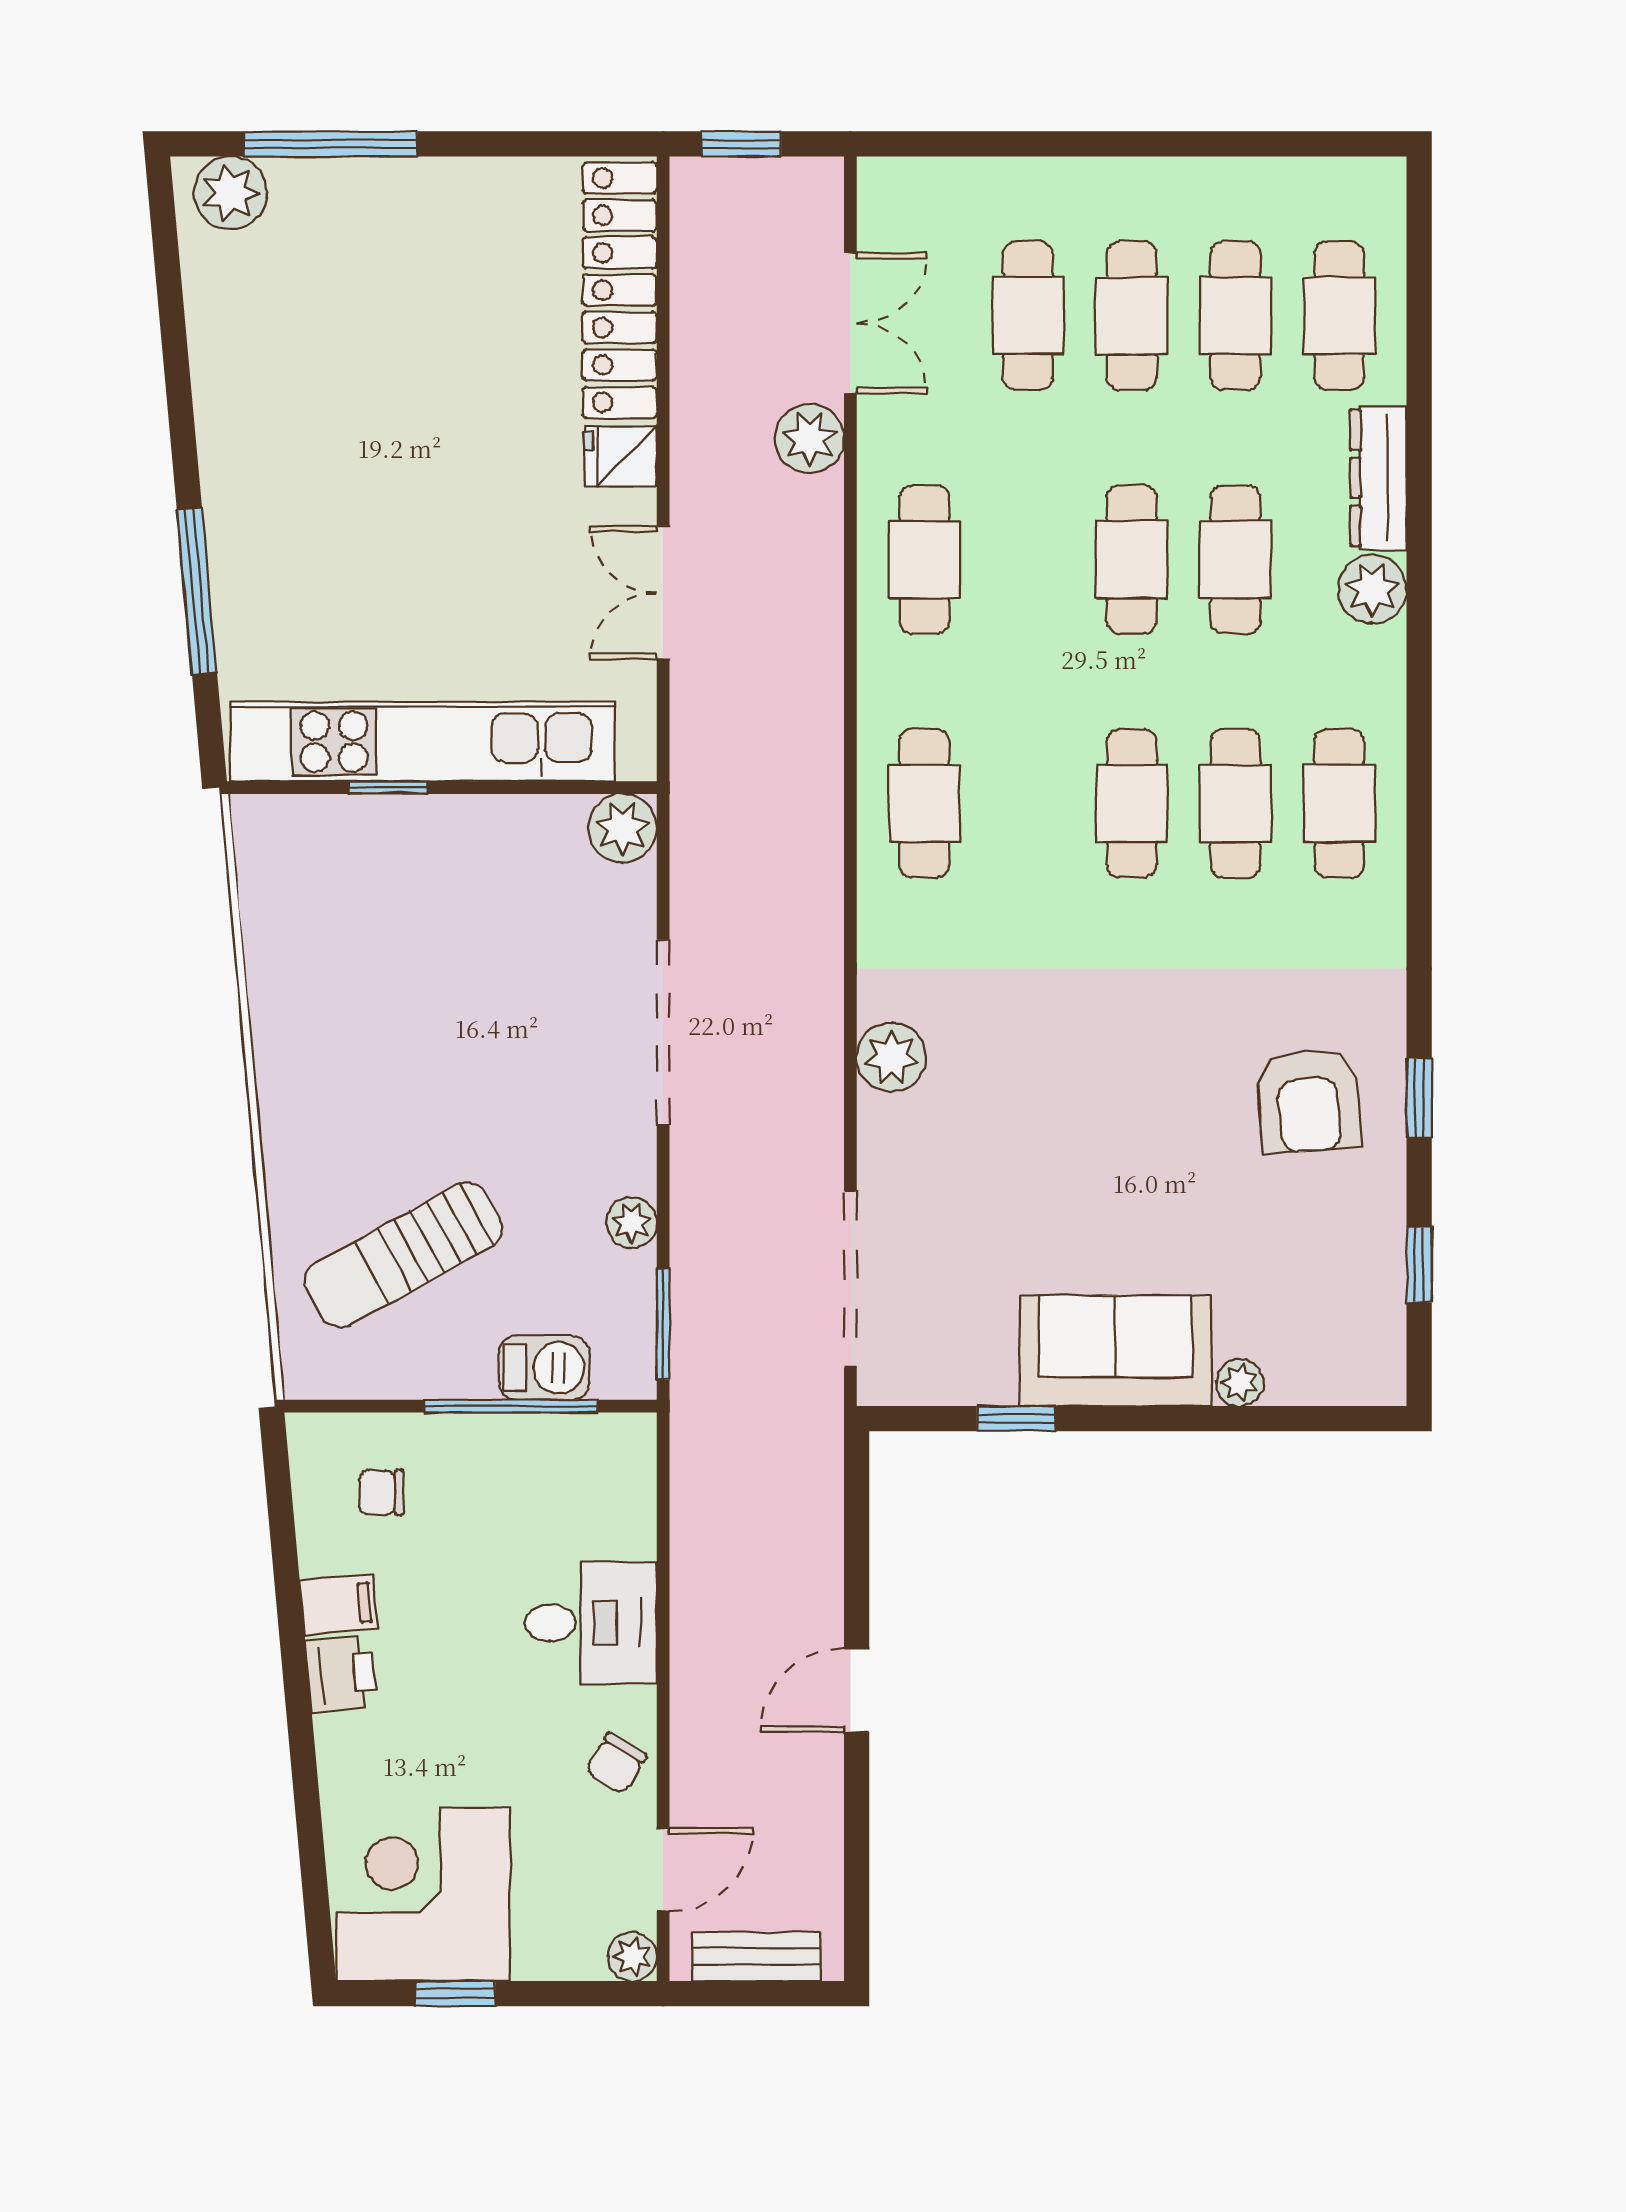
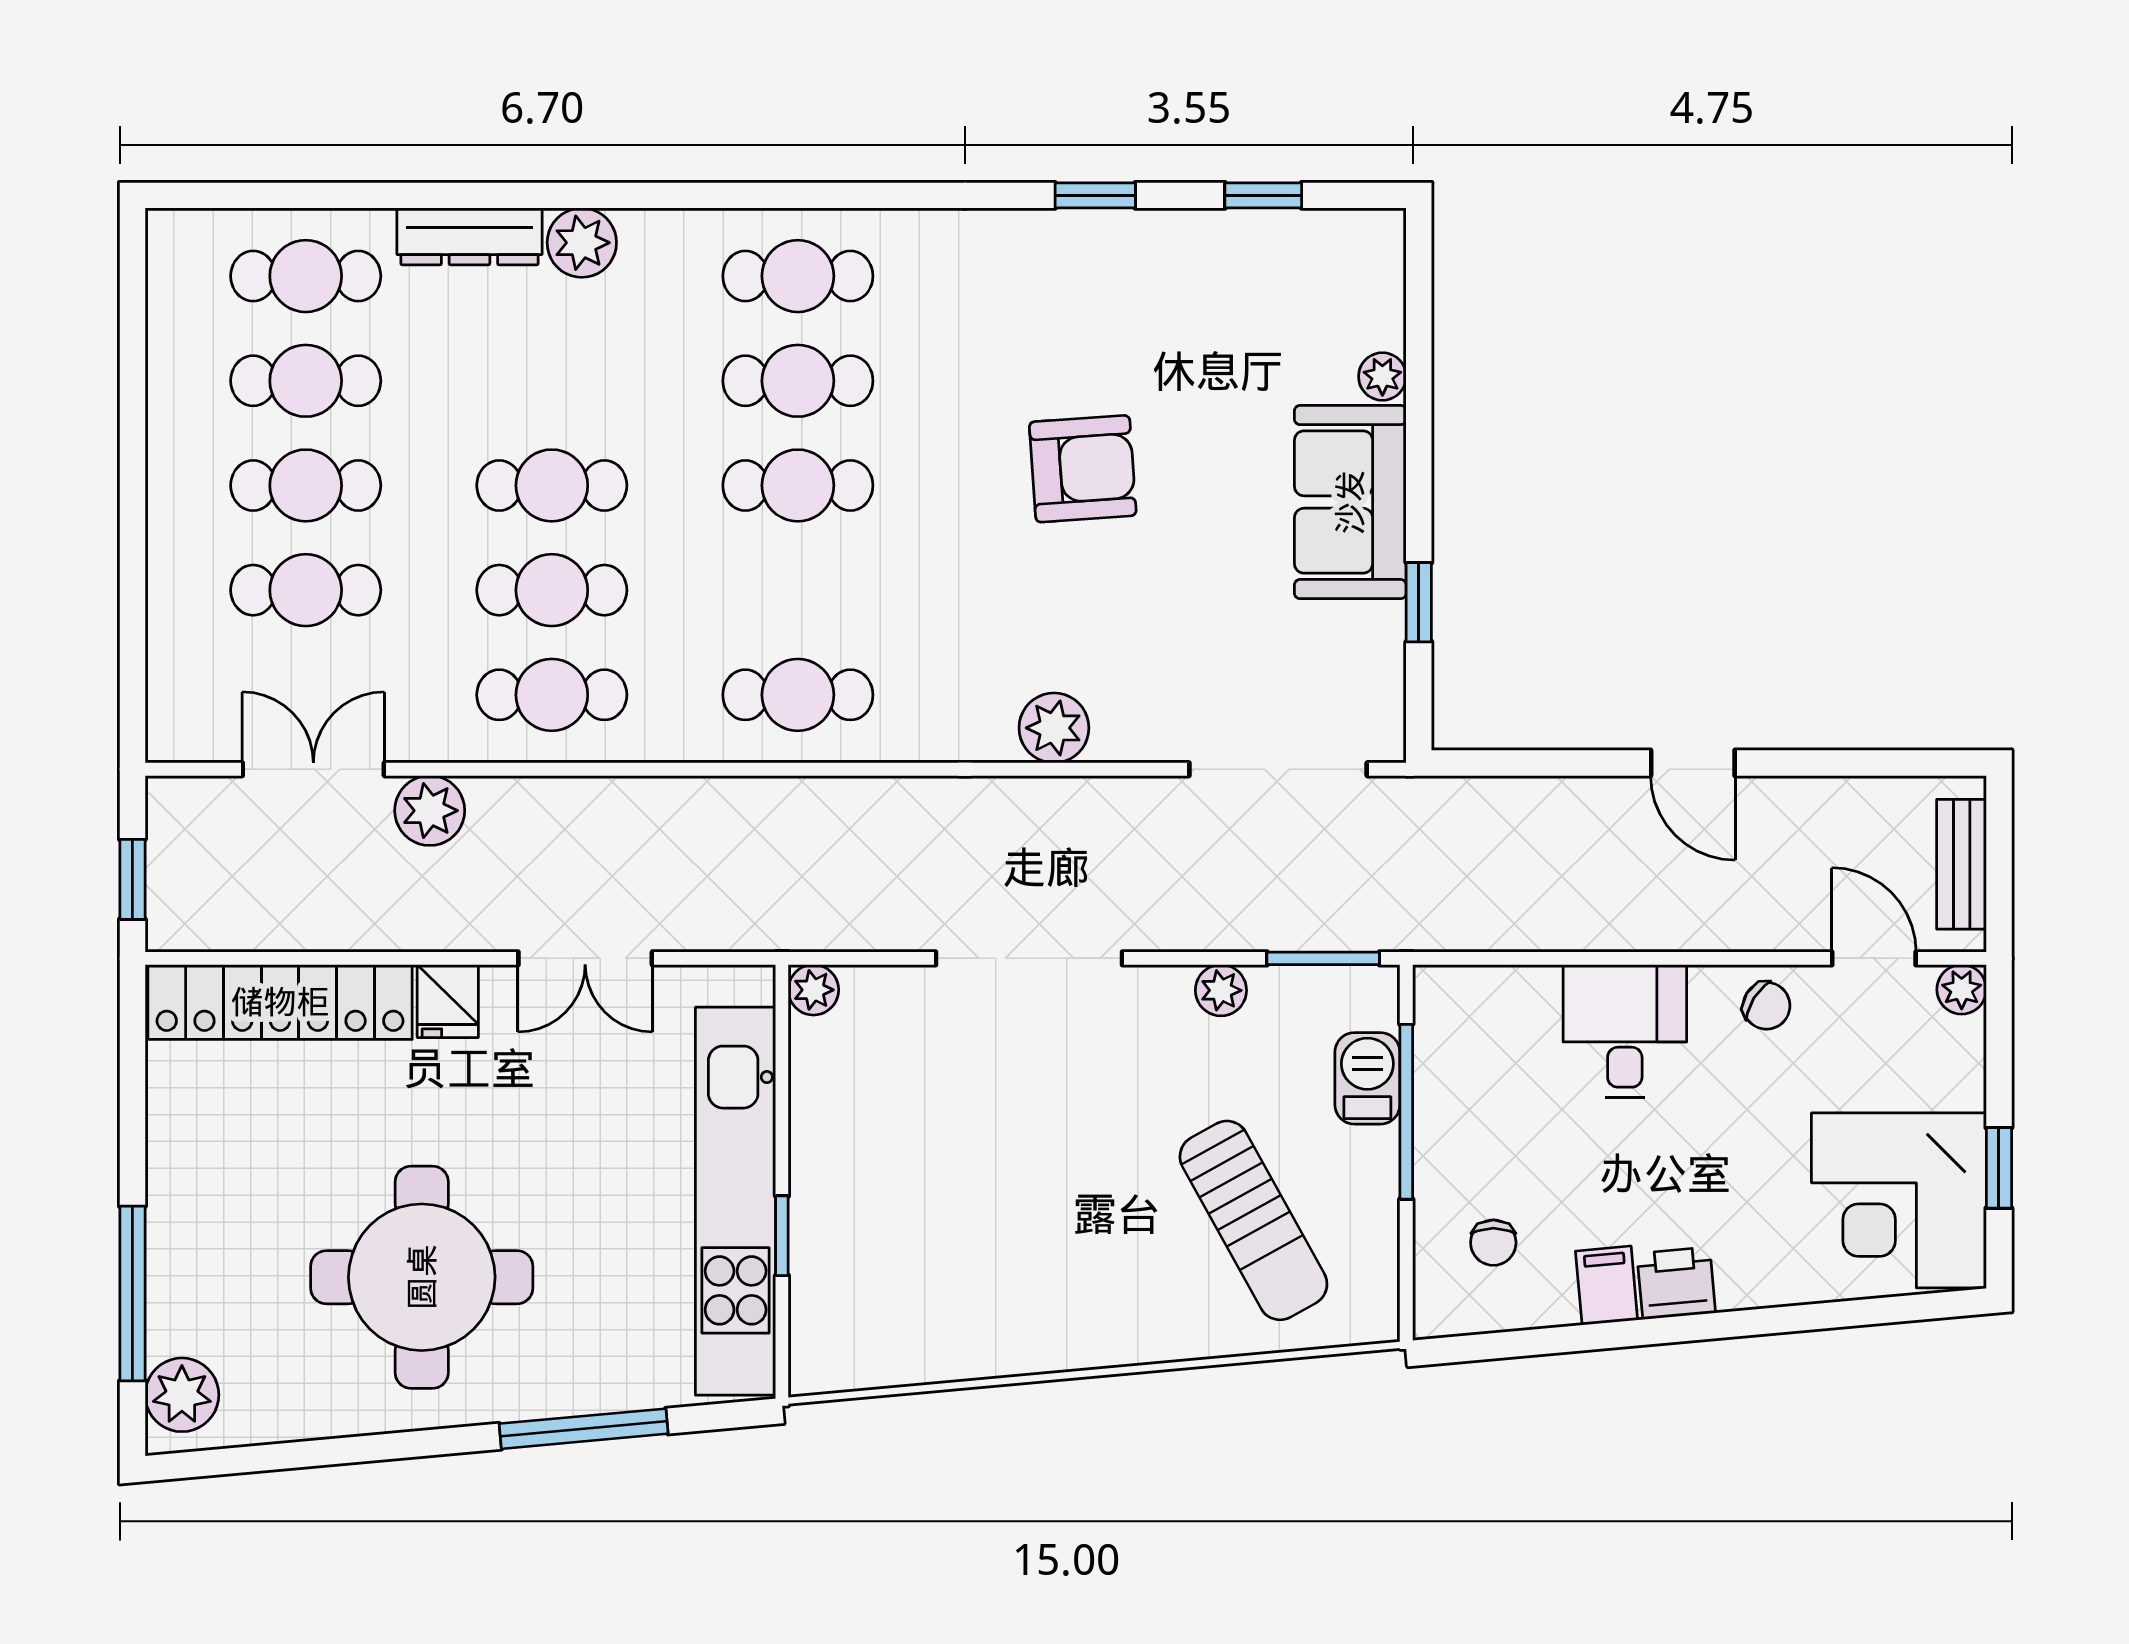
round table: (347, 431) -> (422, 1277), added
cafe table: (1235, 559) -> (552, 590), moved
plant: (622, 828) -> (813, 990), width x0.73, depth x0.73
armchair: (1309, 1101) -> (1083, 469), moved

